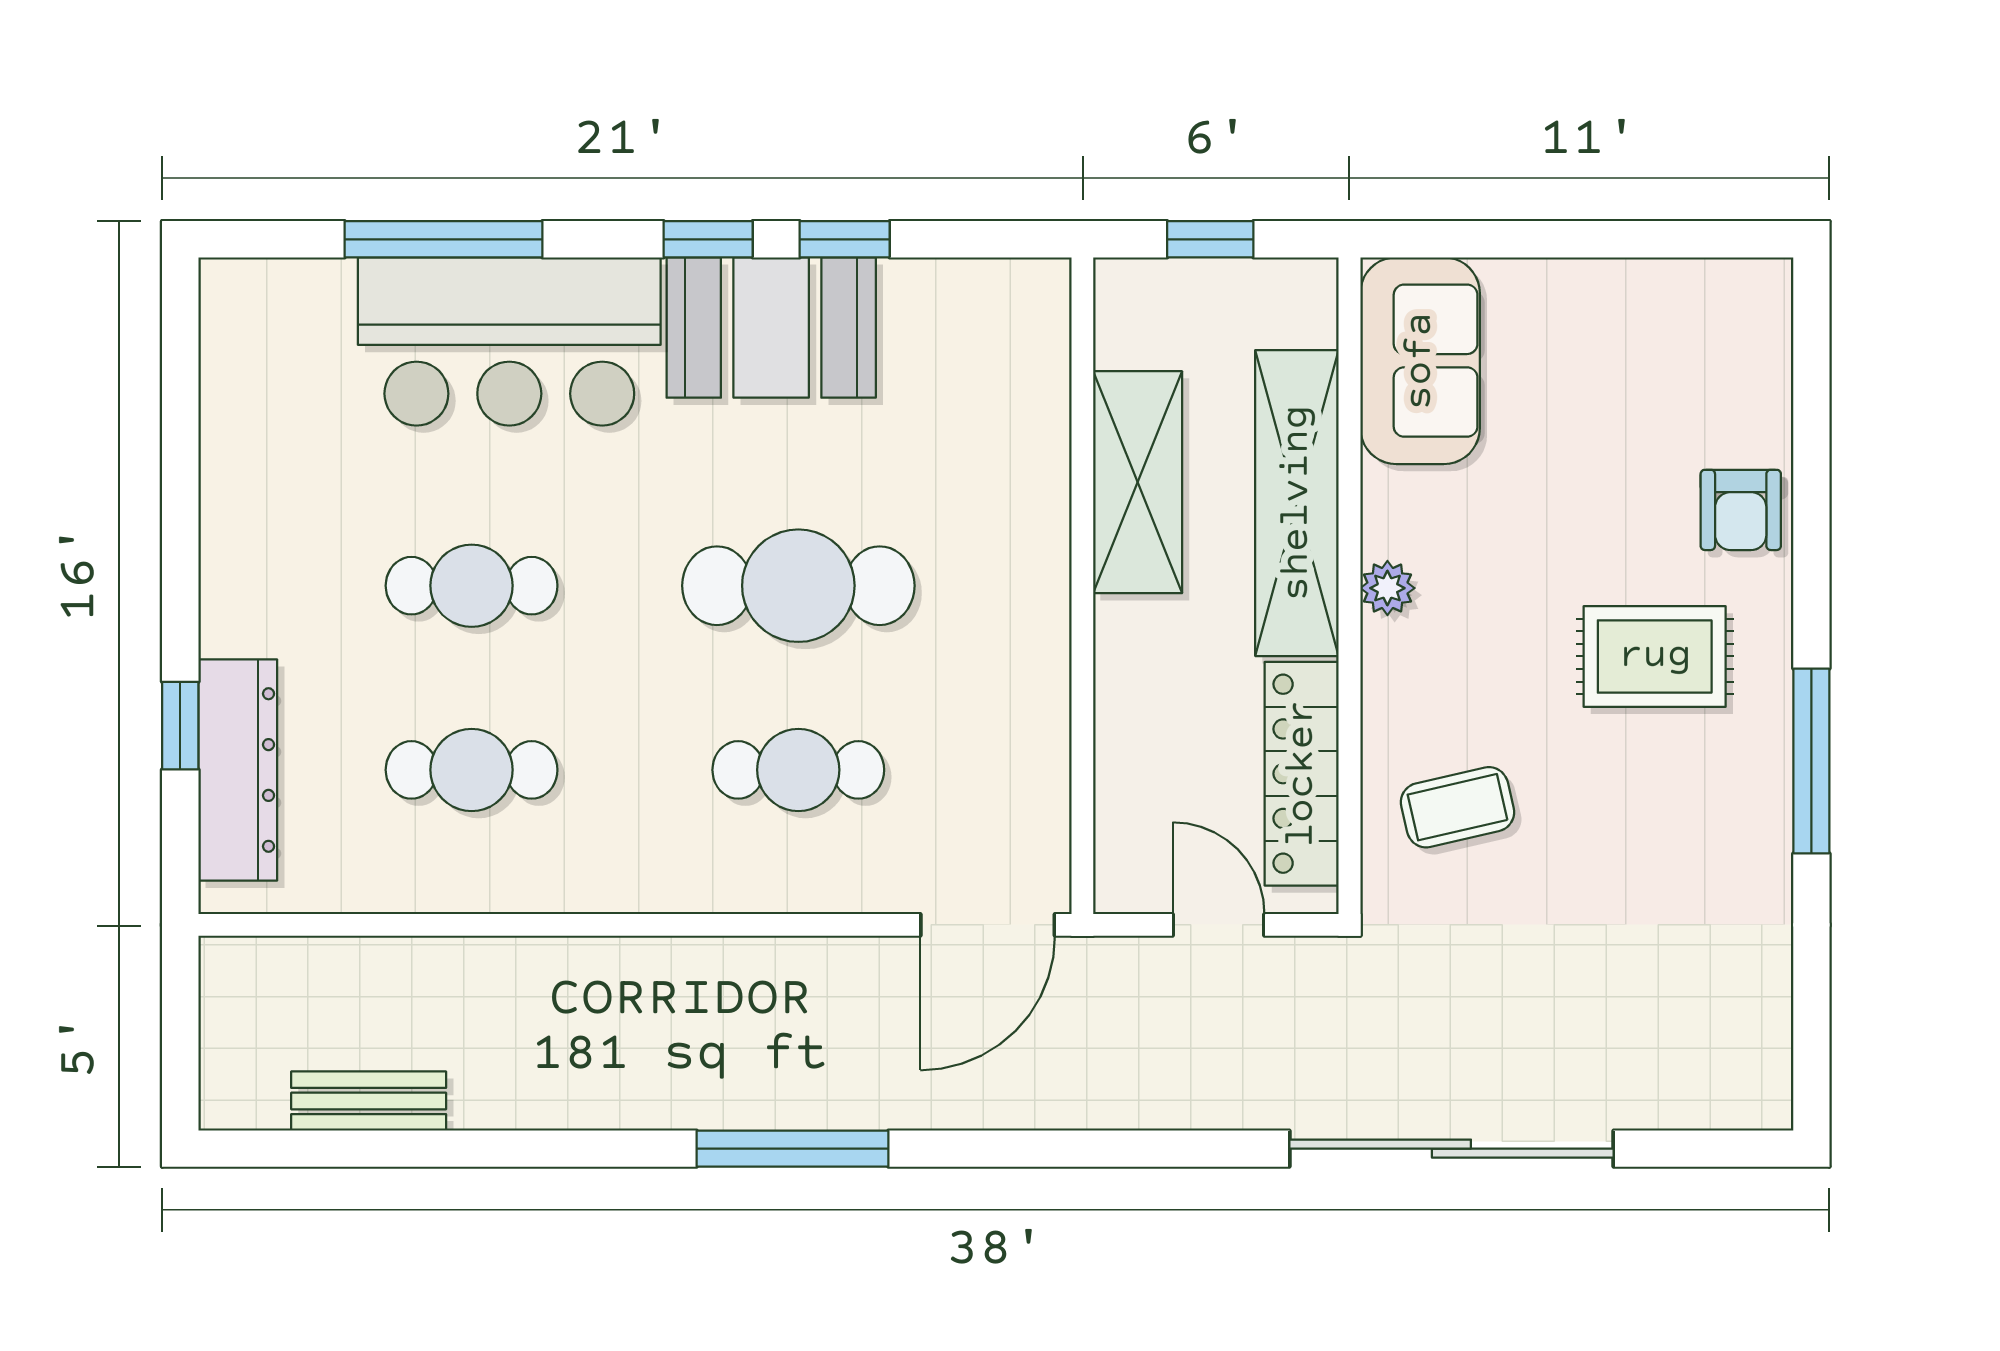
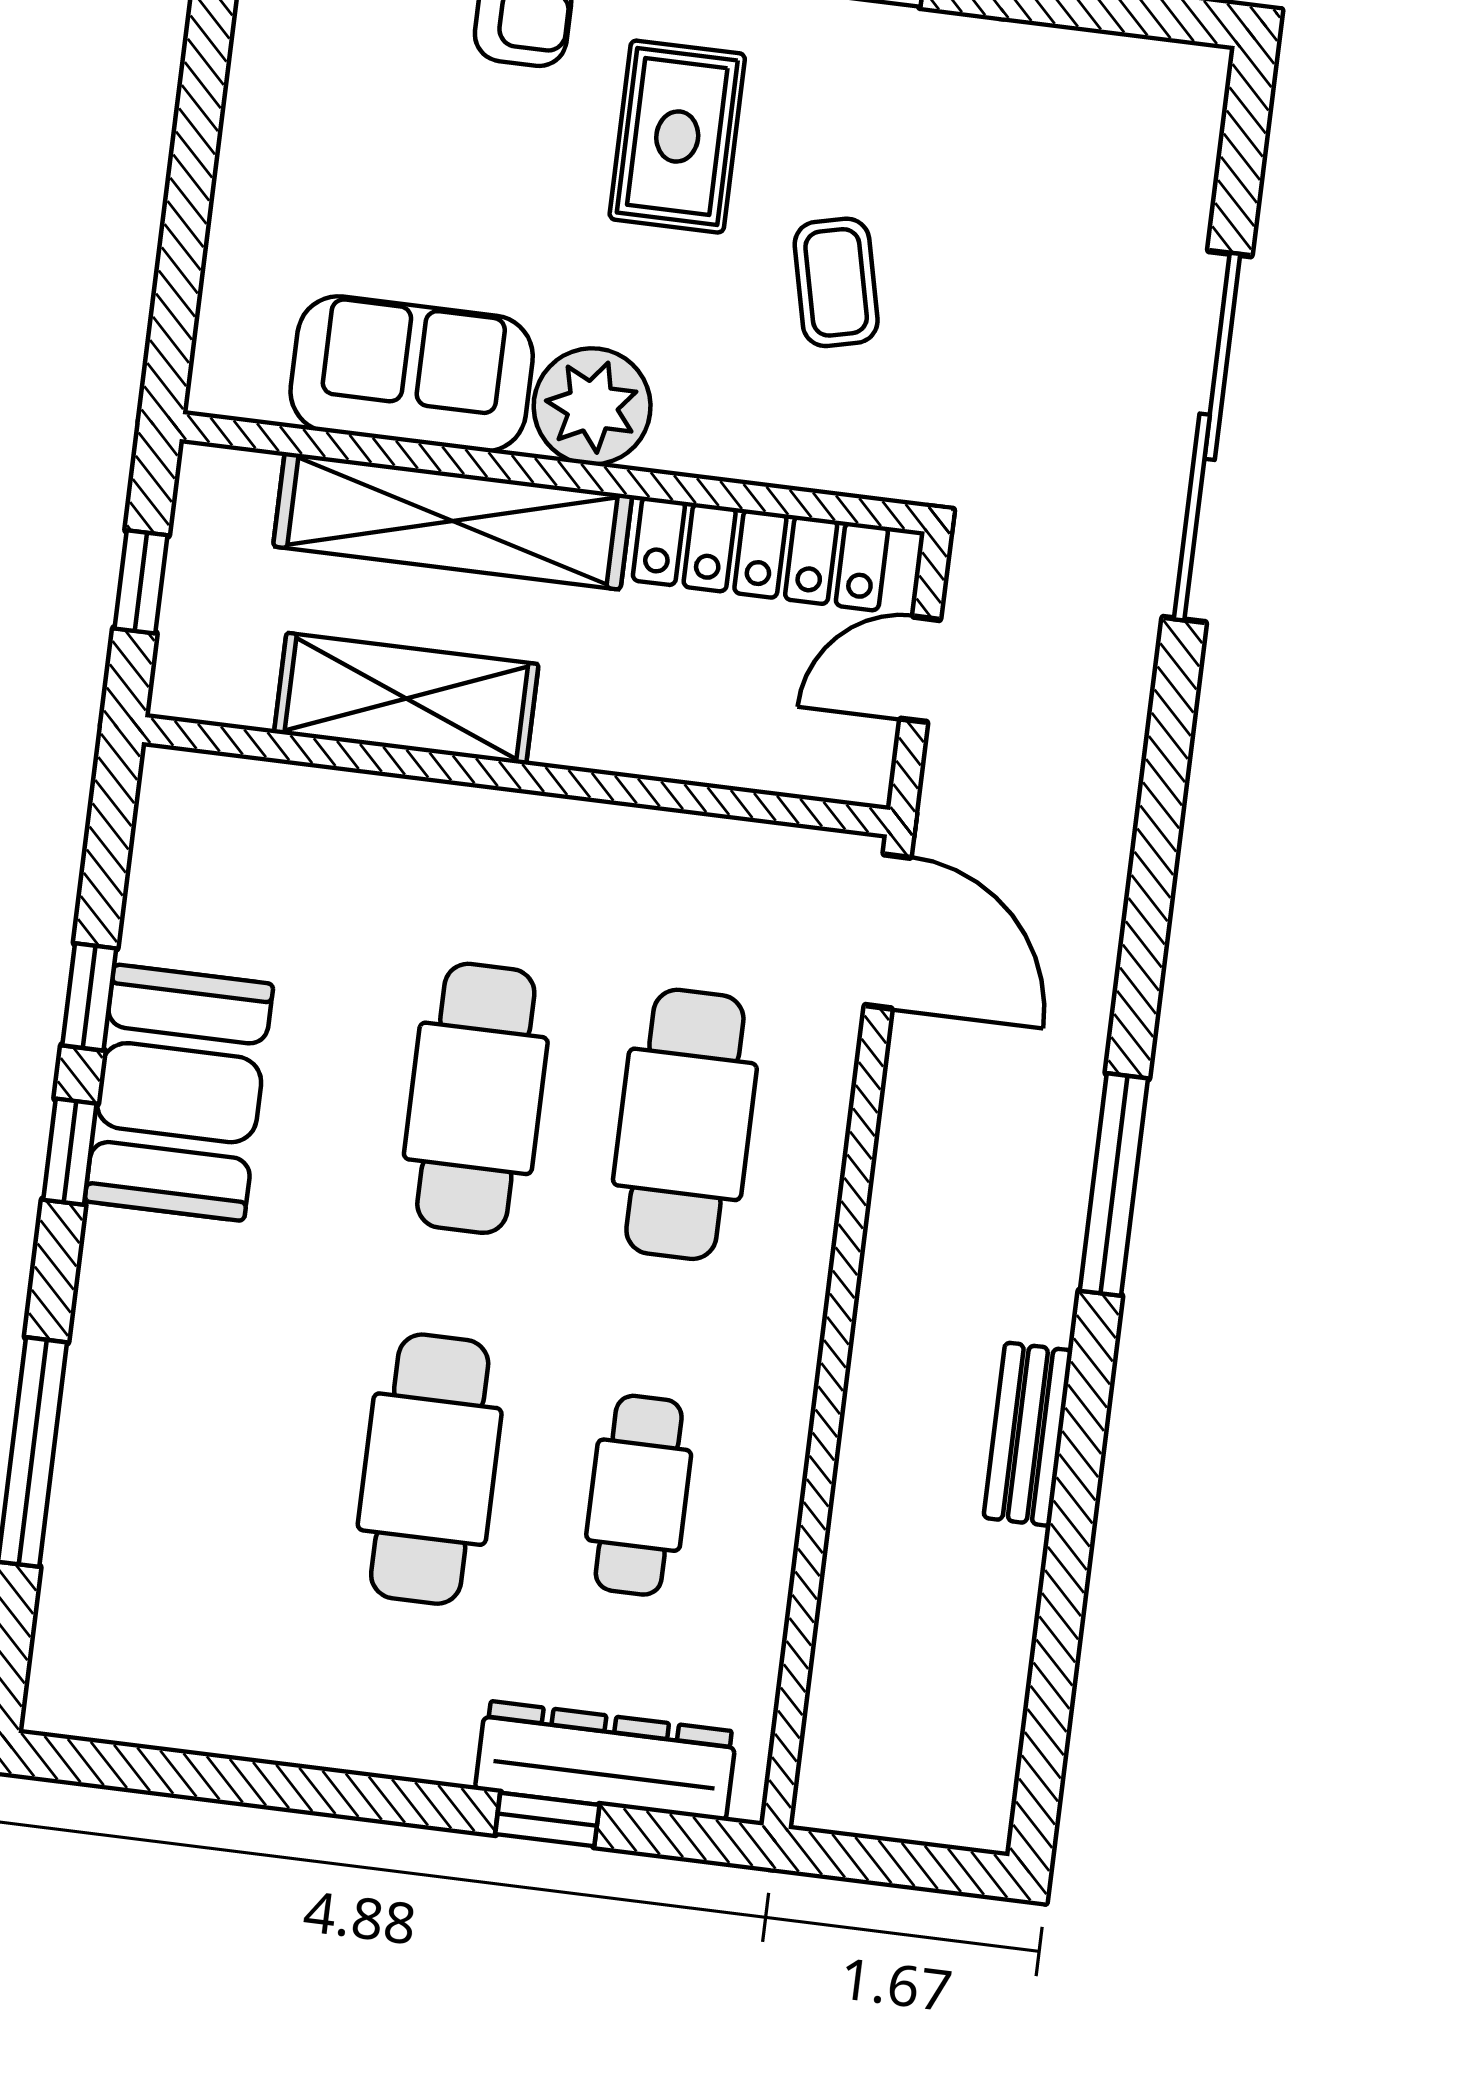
bar counter: (509, 341) -> (158, 1392), removed
sofa: (1420, 361) -> (412, 374), moved
cafe table: (472, 586) -> (430, 1469), width x1.37, depth x1.35
plant: (1387, 588) -> (592, 406), width x1.88, depth x1.88
cafe table: (798, 770) -> (685, 1124), width x1.37, depth x1.35
coffee table: (1457, 807) -> (836, 282), moved
bench: (369, 1101) -> (1028, 1434), moved

